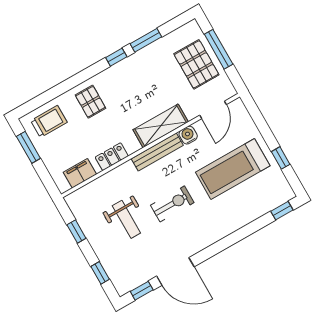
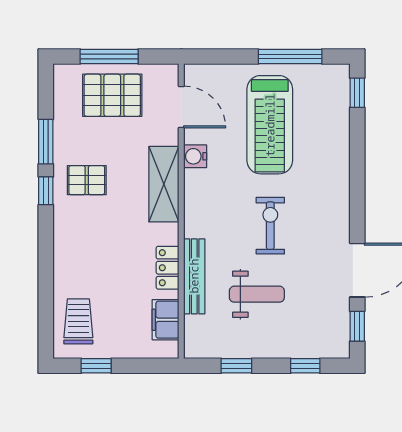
pallet: (90, 102) -> (87, 180), moved
window: (28, 147) -> (96, 366), width x0.67
bench: (157, 152) -> (194, 276), moved
window: (281, 158) -> (290, 57), width x2.17

